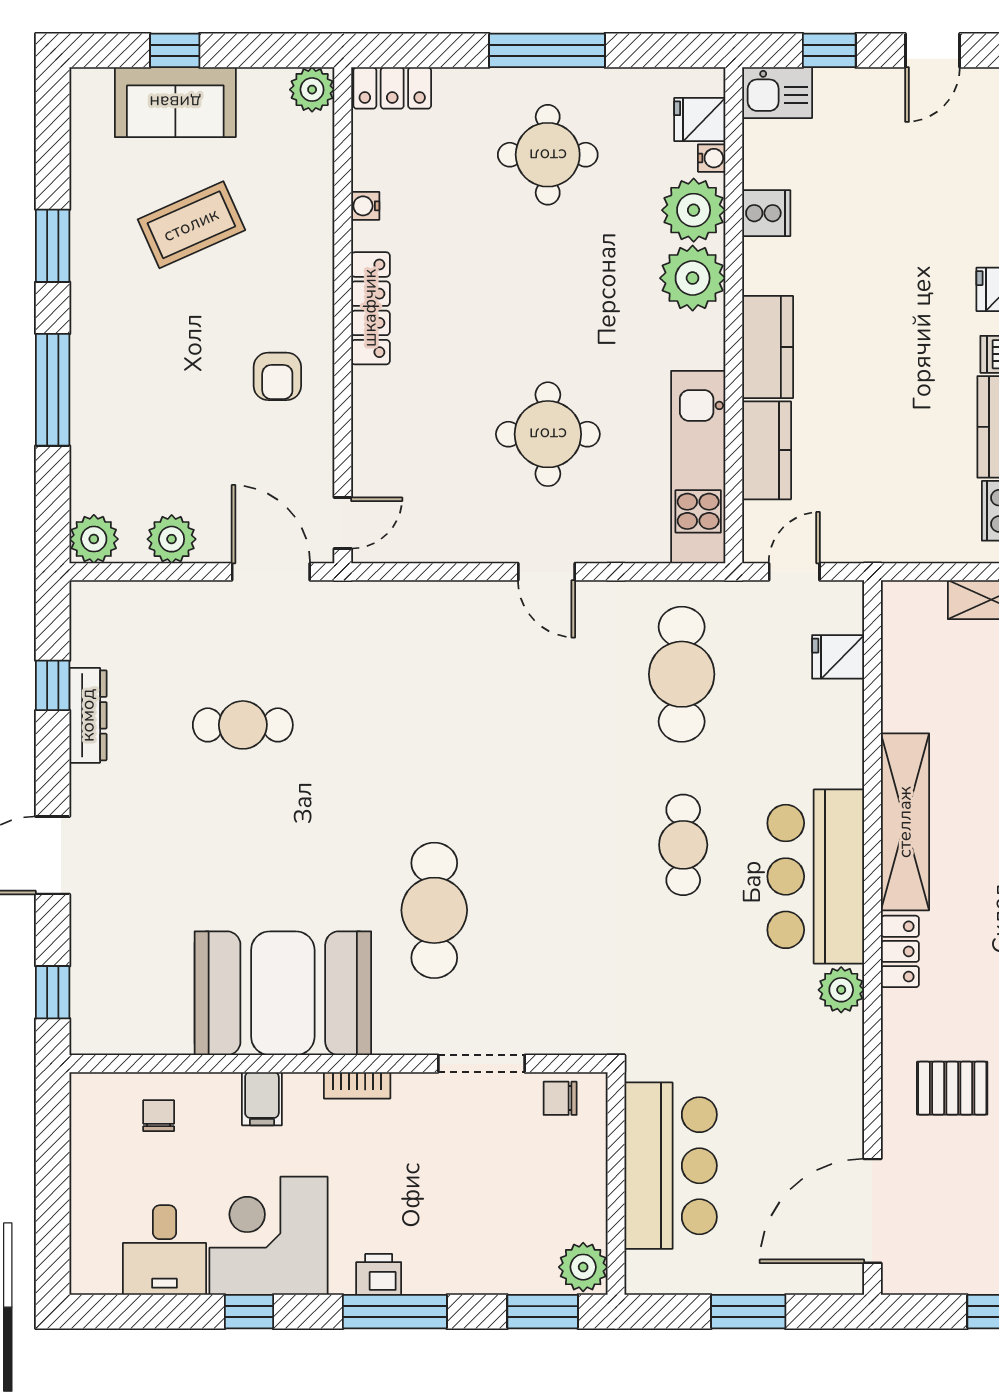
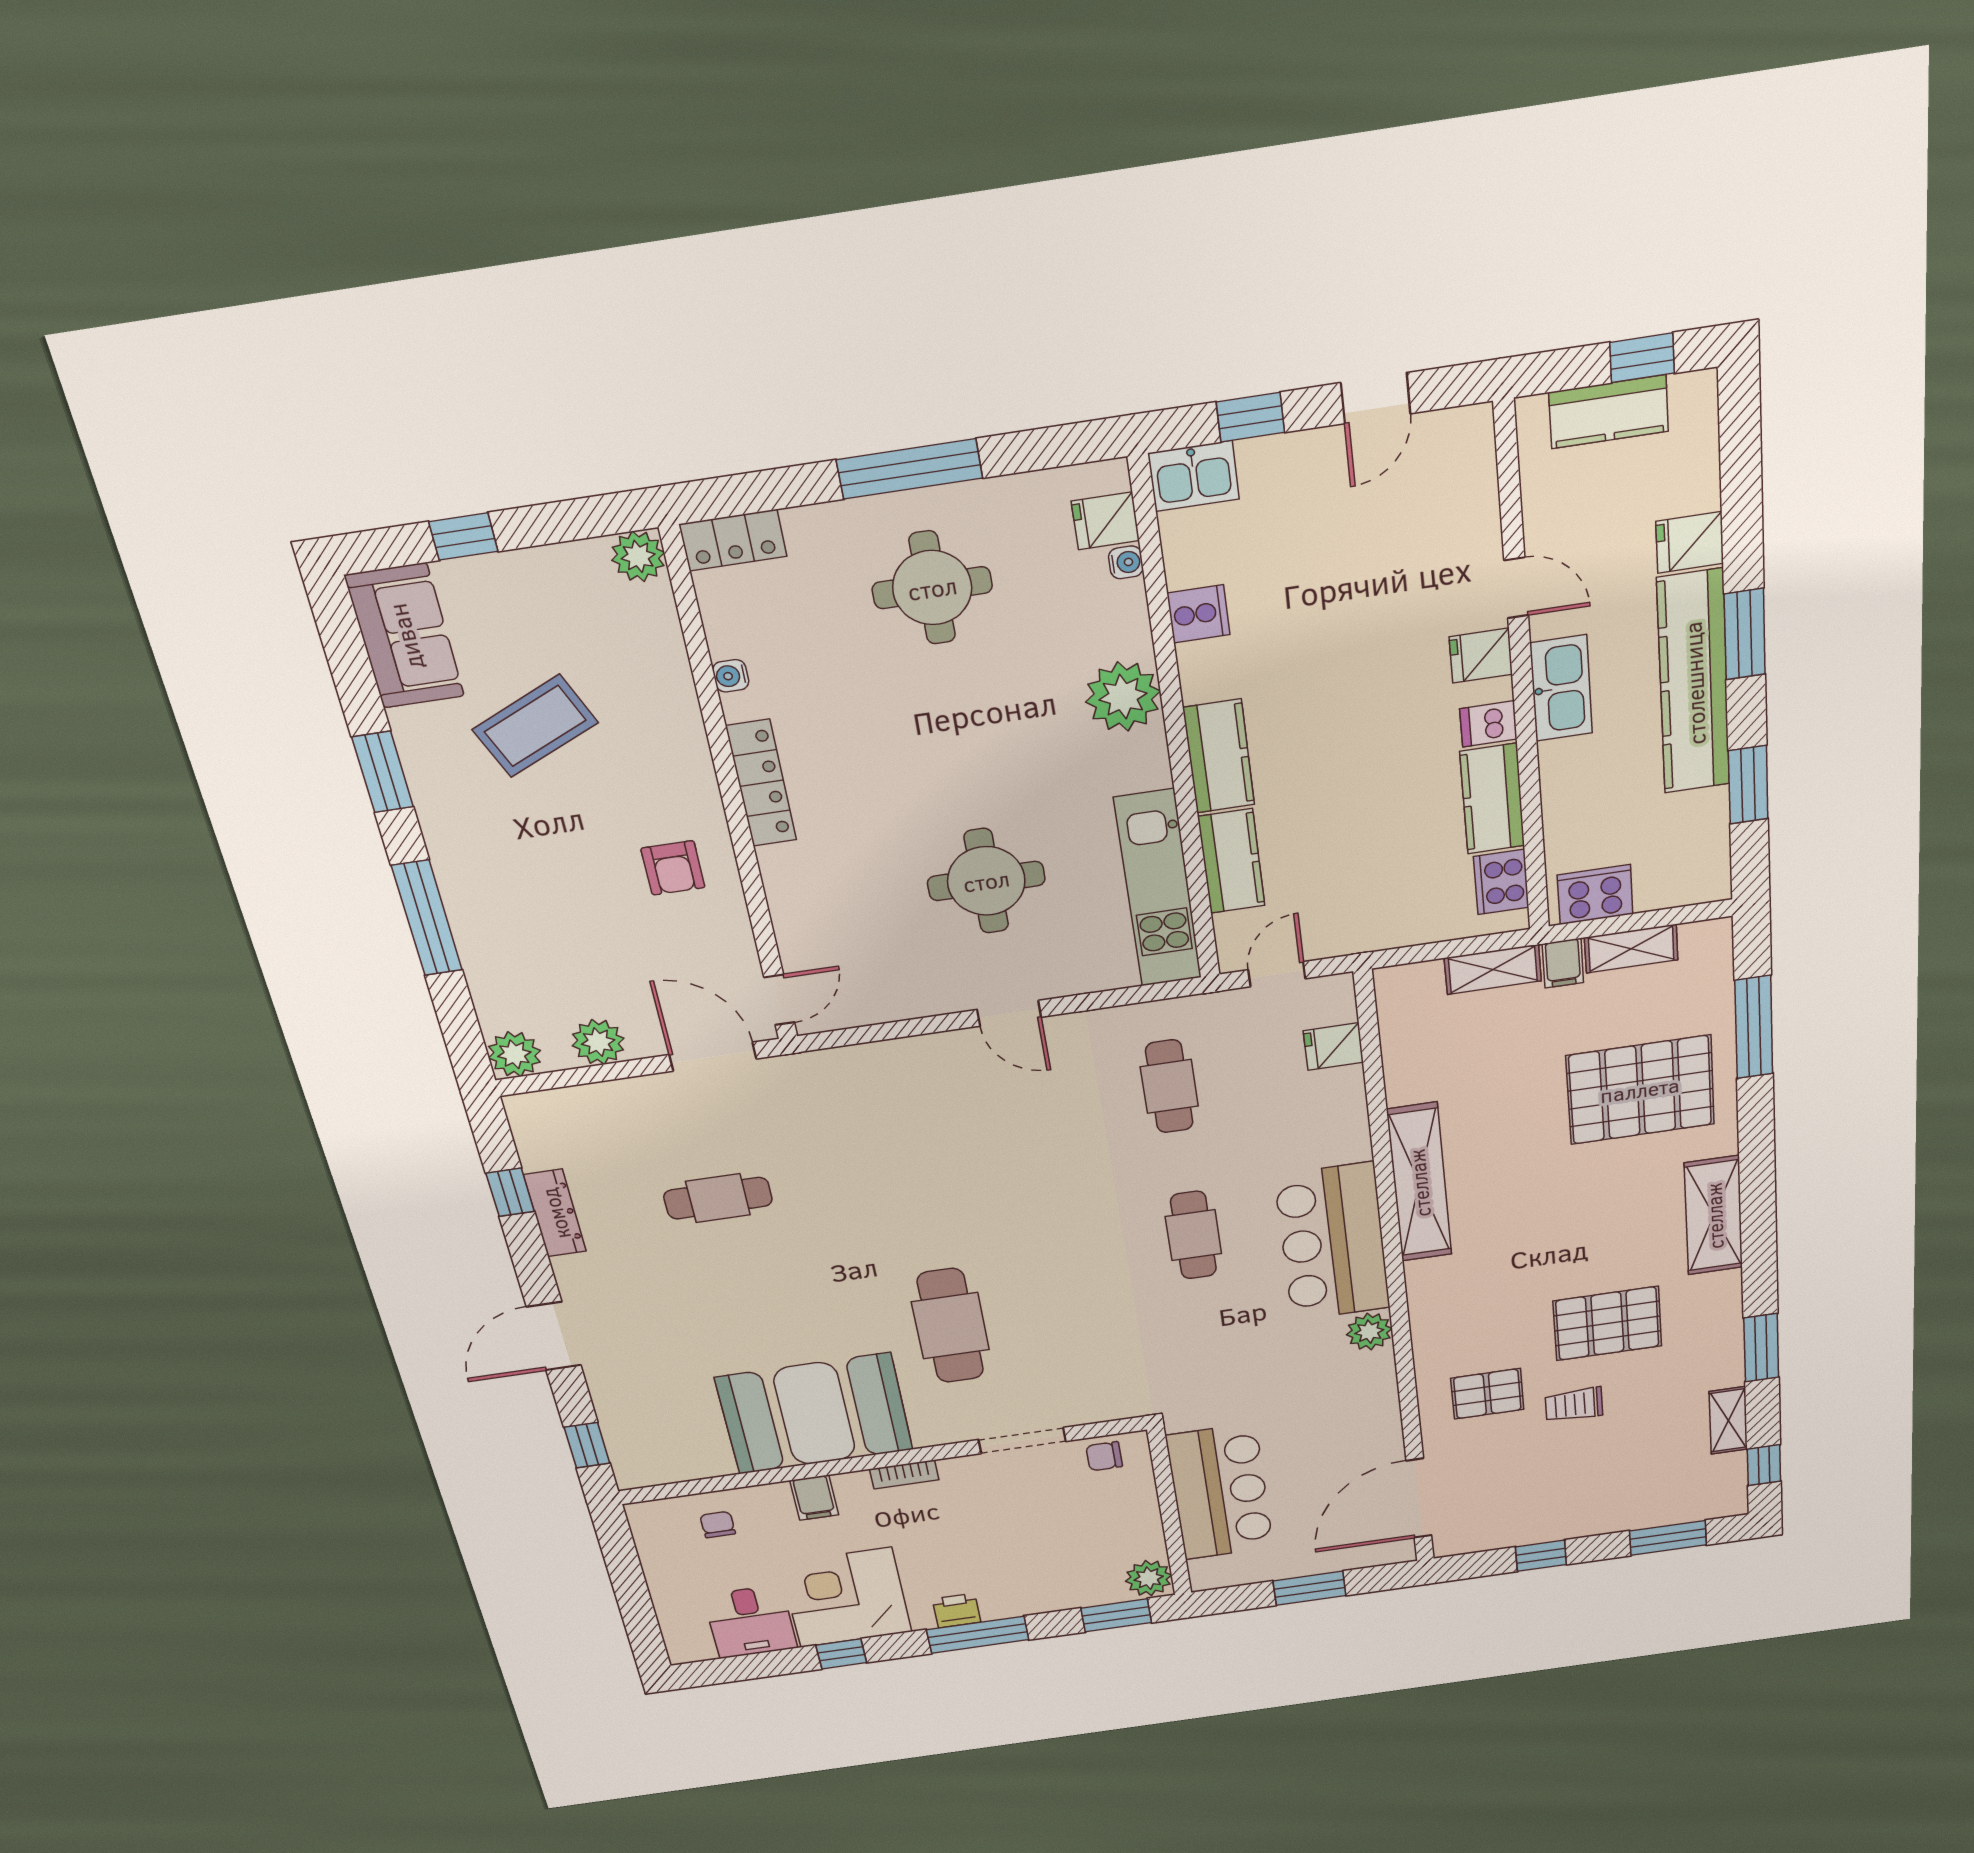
sofa: (175, 102) -> (405, 636), moved, turned -90
plant: (694, 210) -> (1113, 623), removed
cafe table: (682, 674) -> (1169, 1086), width x0.73, depth x0.74
locker: (900, 951) -> (1425, 1292), removed

